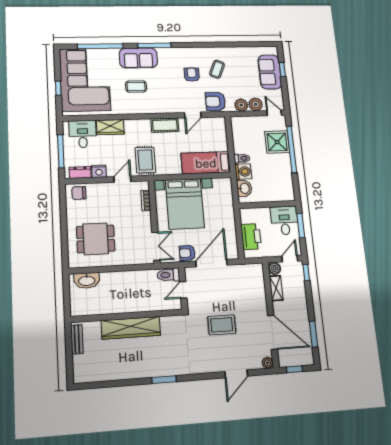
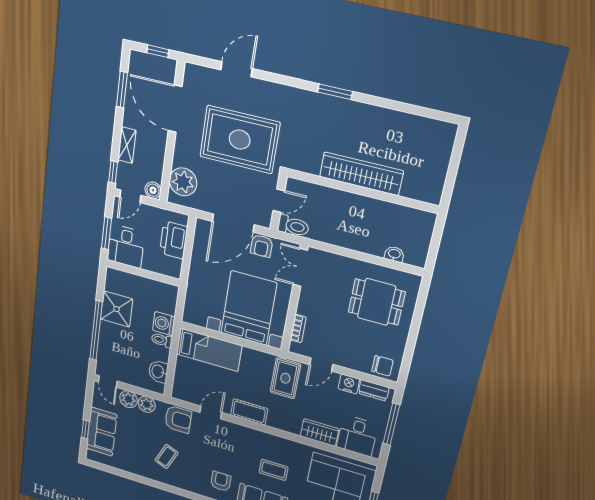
armchair: (192, 75) -> (221, 481), moved, turned 180
shower: (277, 142) -> (116, 309), moved
washbasin: (244, 188) -> (158, 372), moved
armchair: (187, 253) -> (262, 246), turned 90
washbasin: (87, 280) -> (394, 254), width x0.52, depth x0.69
shelving: (276, 288) -> (127, 145), moved
rug: (222, 325) -> (240, 140), width x1.86, depth x2.06
bench: (77, 339) -> (438, 181), removed
plant: (268, 363) -> (183, 182), moved, width x1.88, depth x1.88

